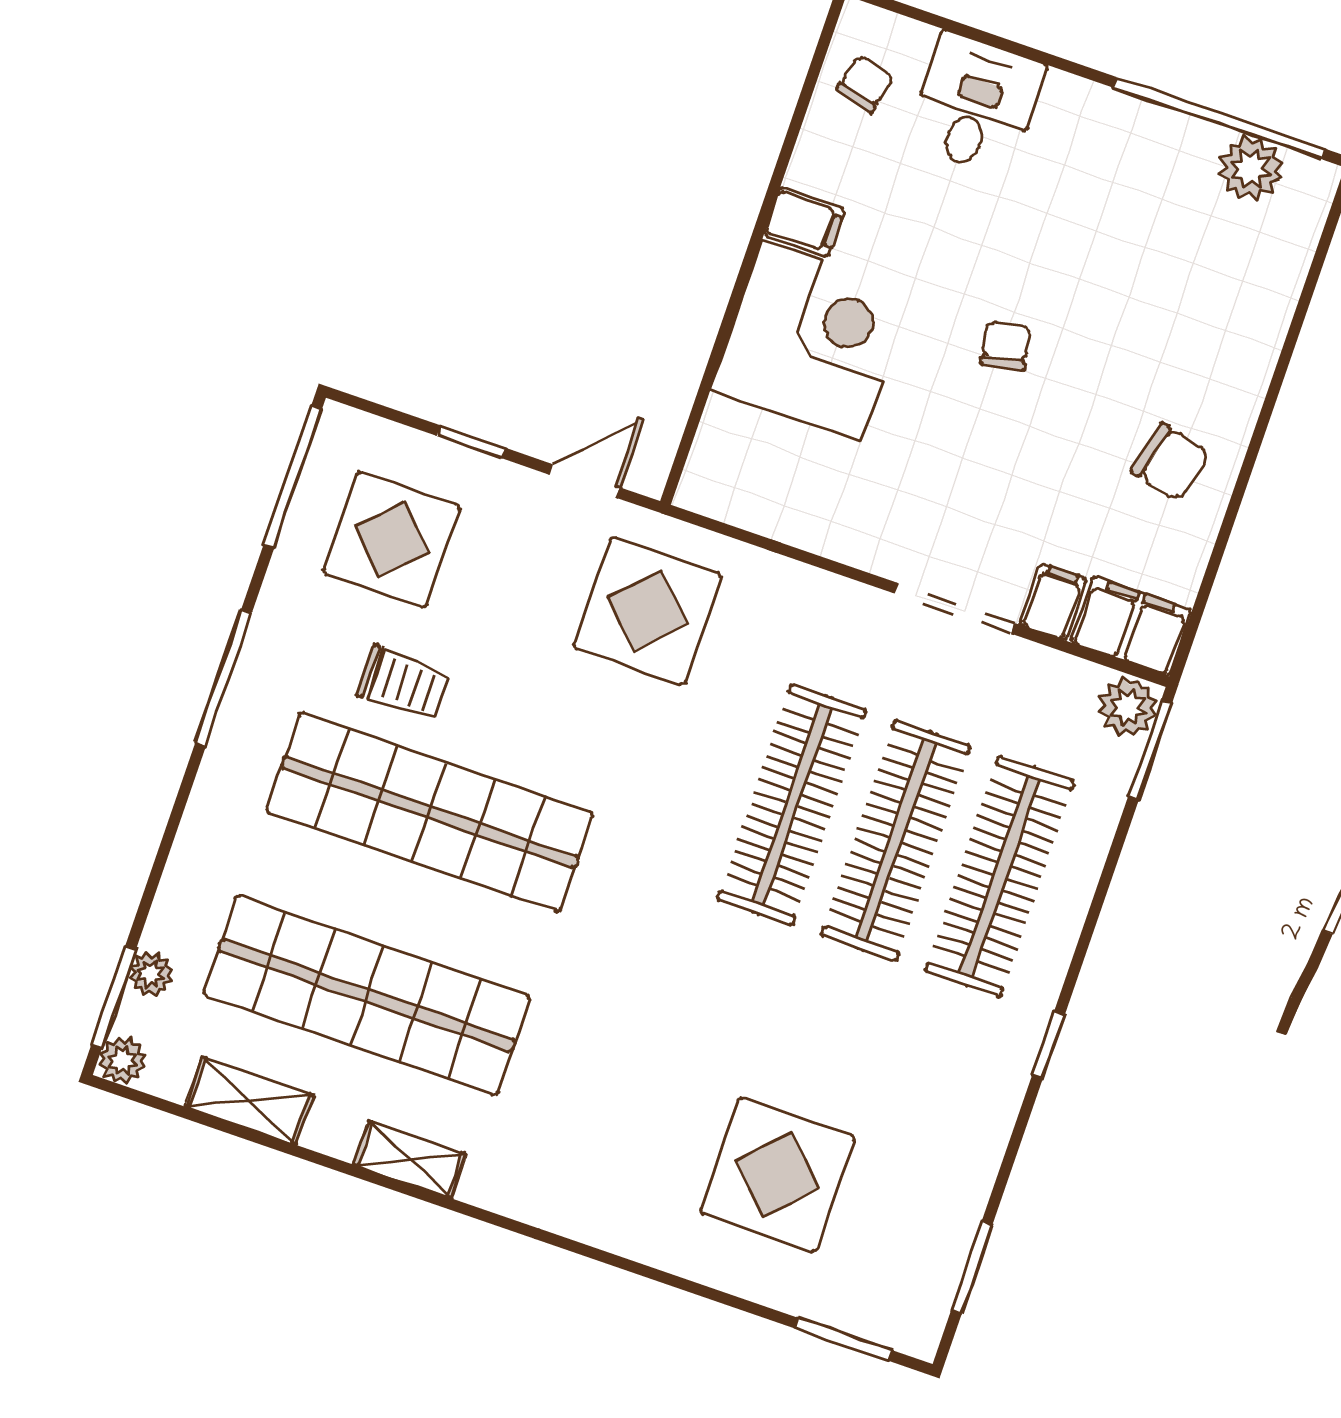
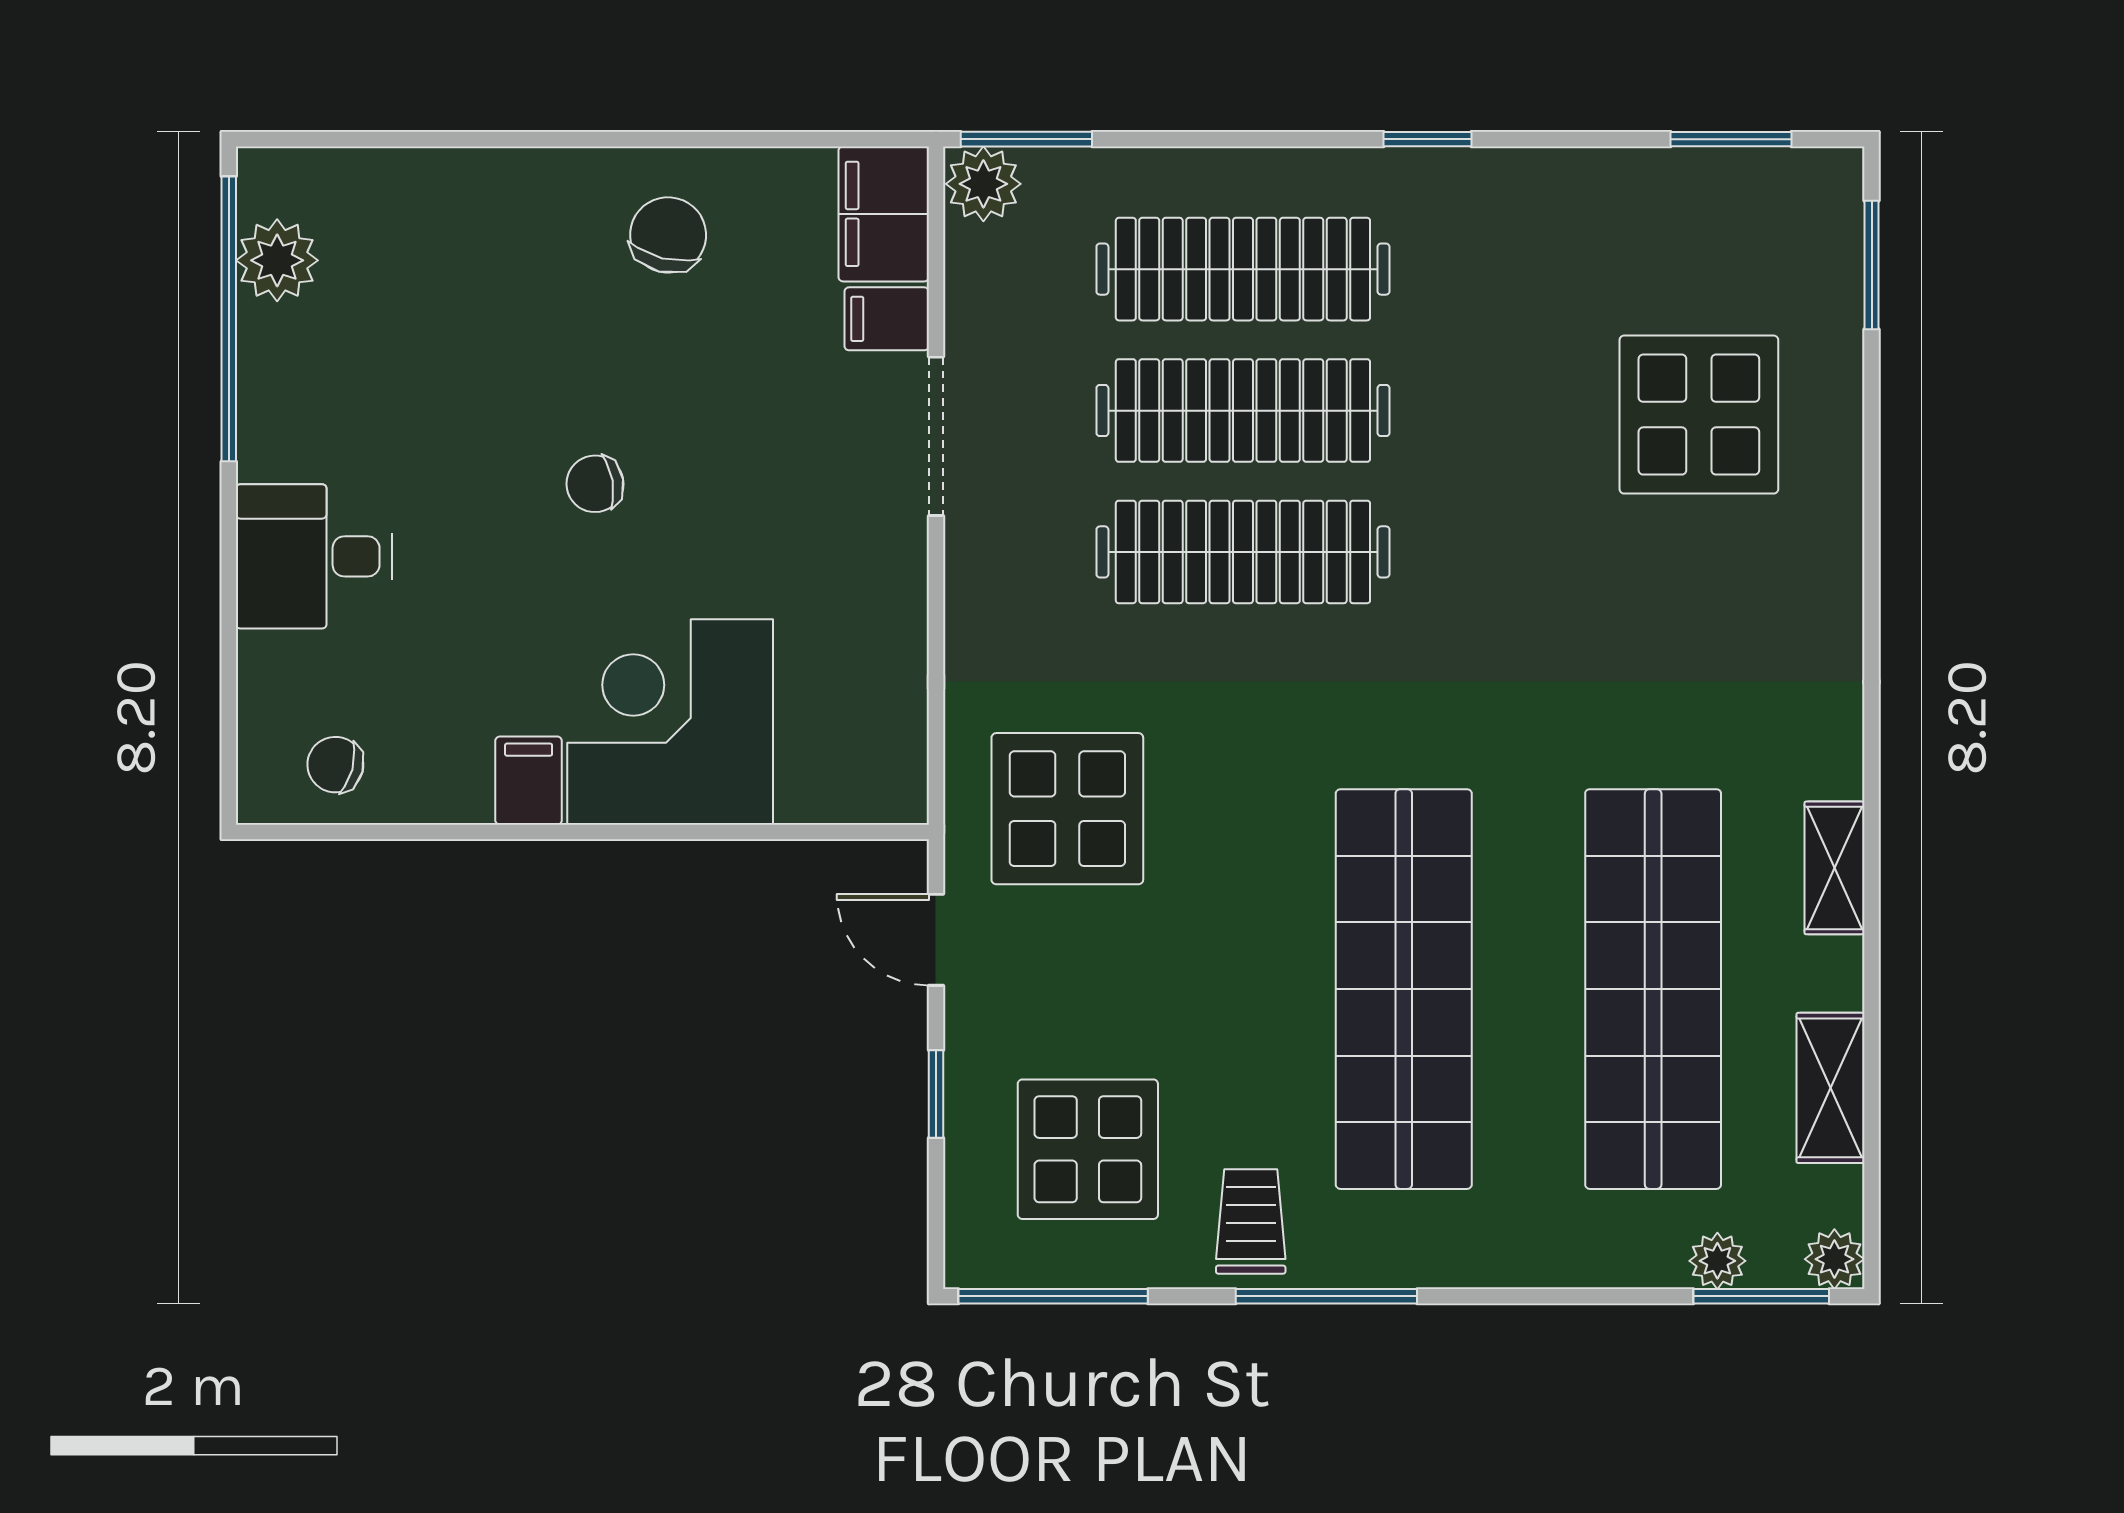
desk: (976, 104) -> (314, 556), moved
trolley: (403, 683) -> (1251, 1221), moved

